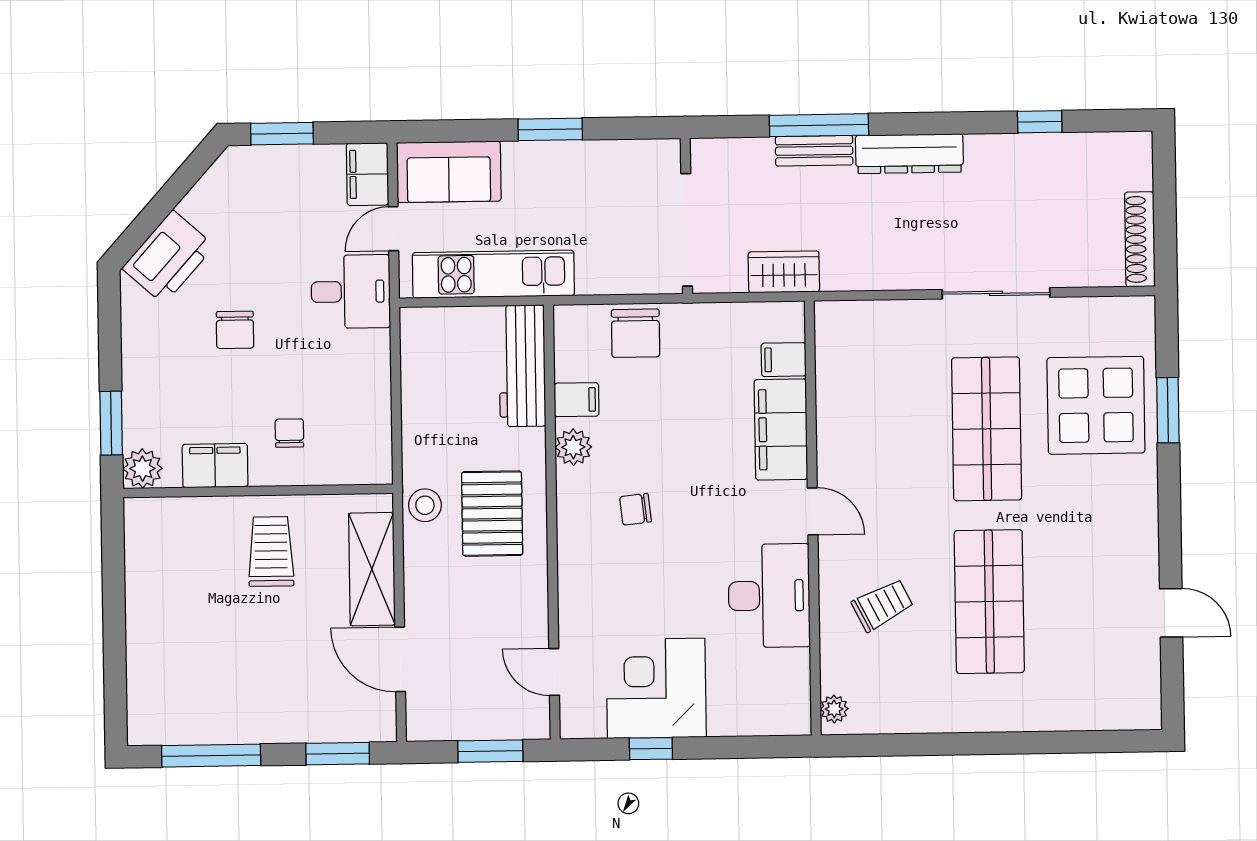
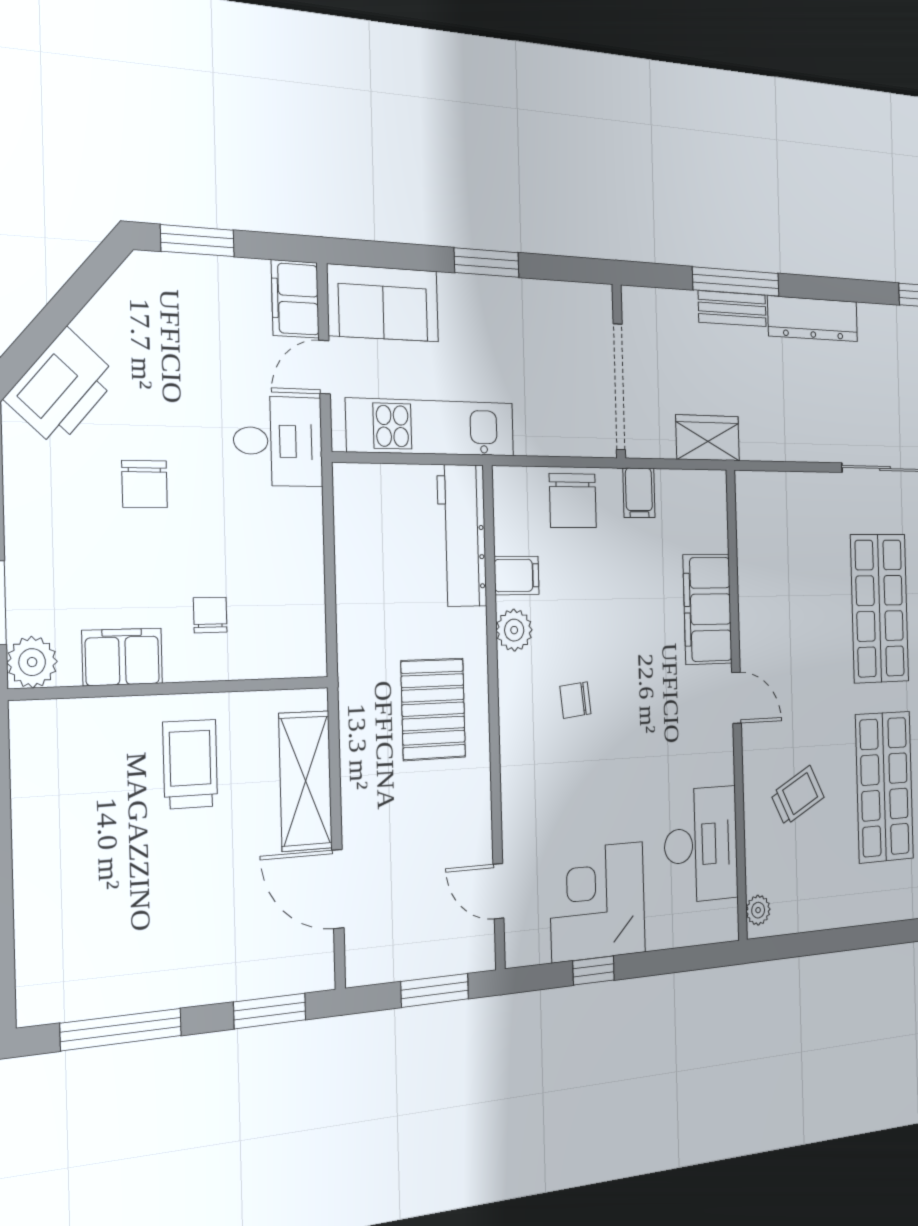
filing cabinet: (784, 360) -> (639, 493), moved, turned -90
stool: (425, 505) -> (362, 701), removed
desk: (769, 596) -> (701, 844), moved

